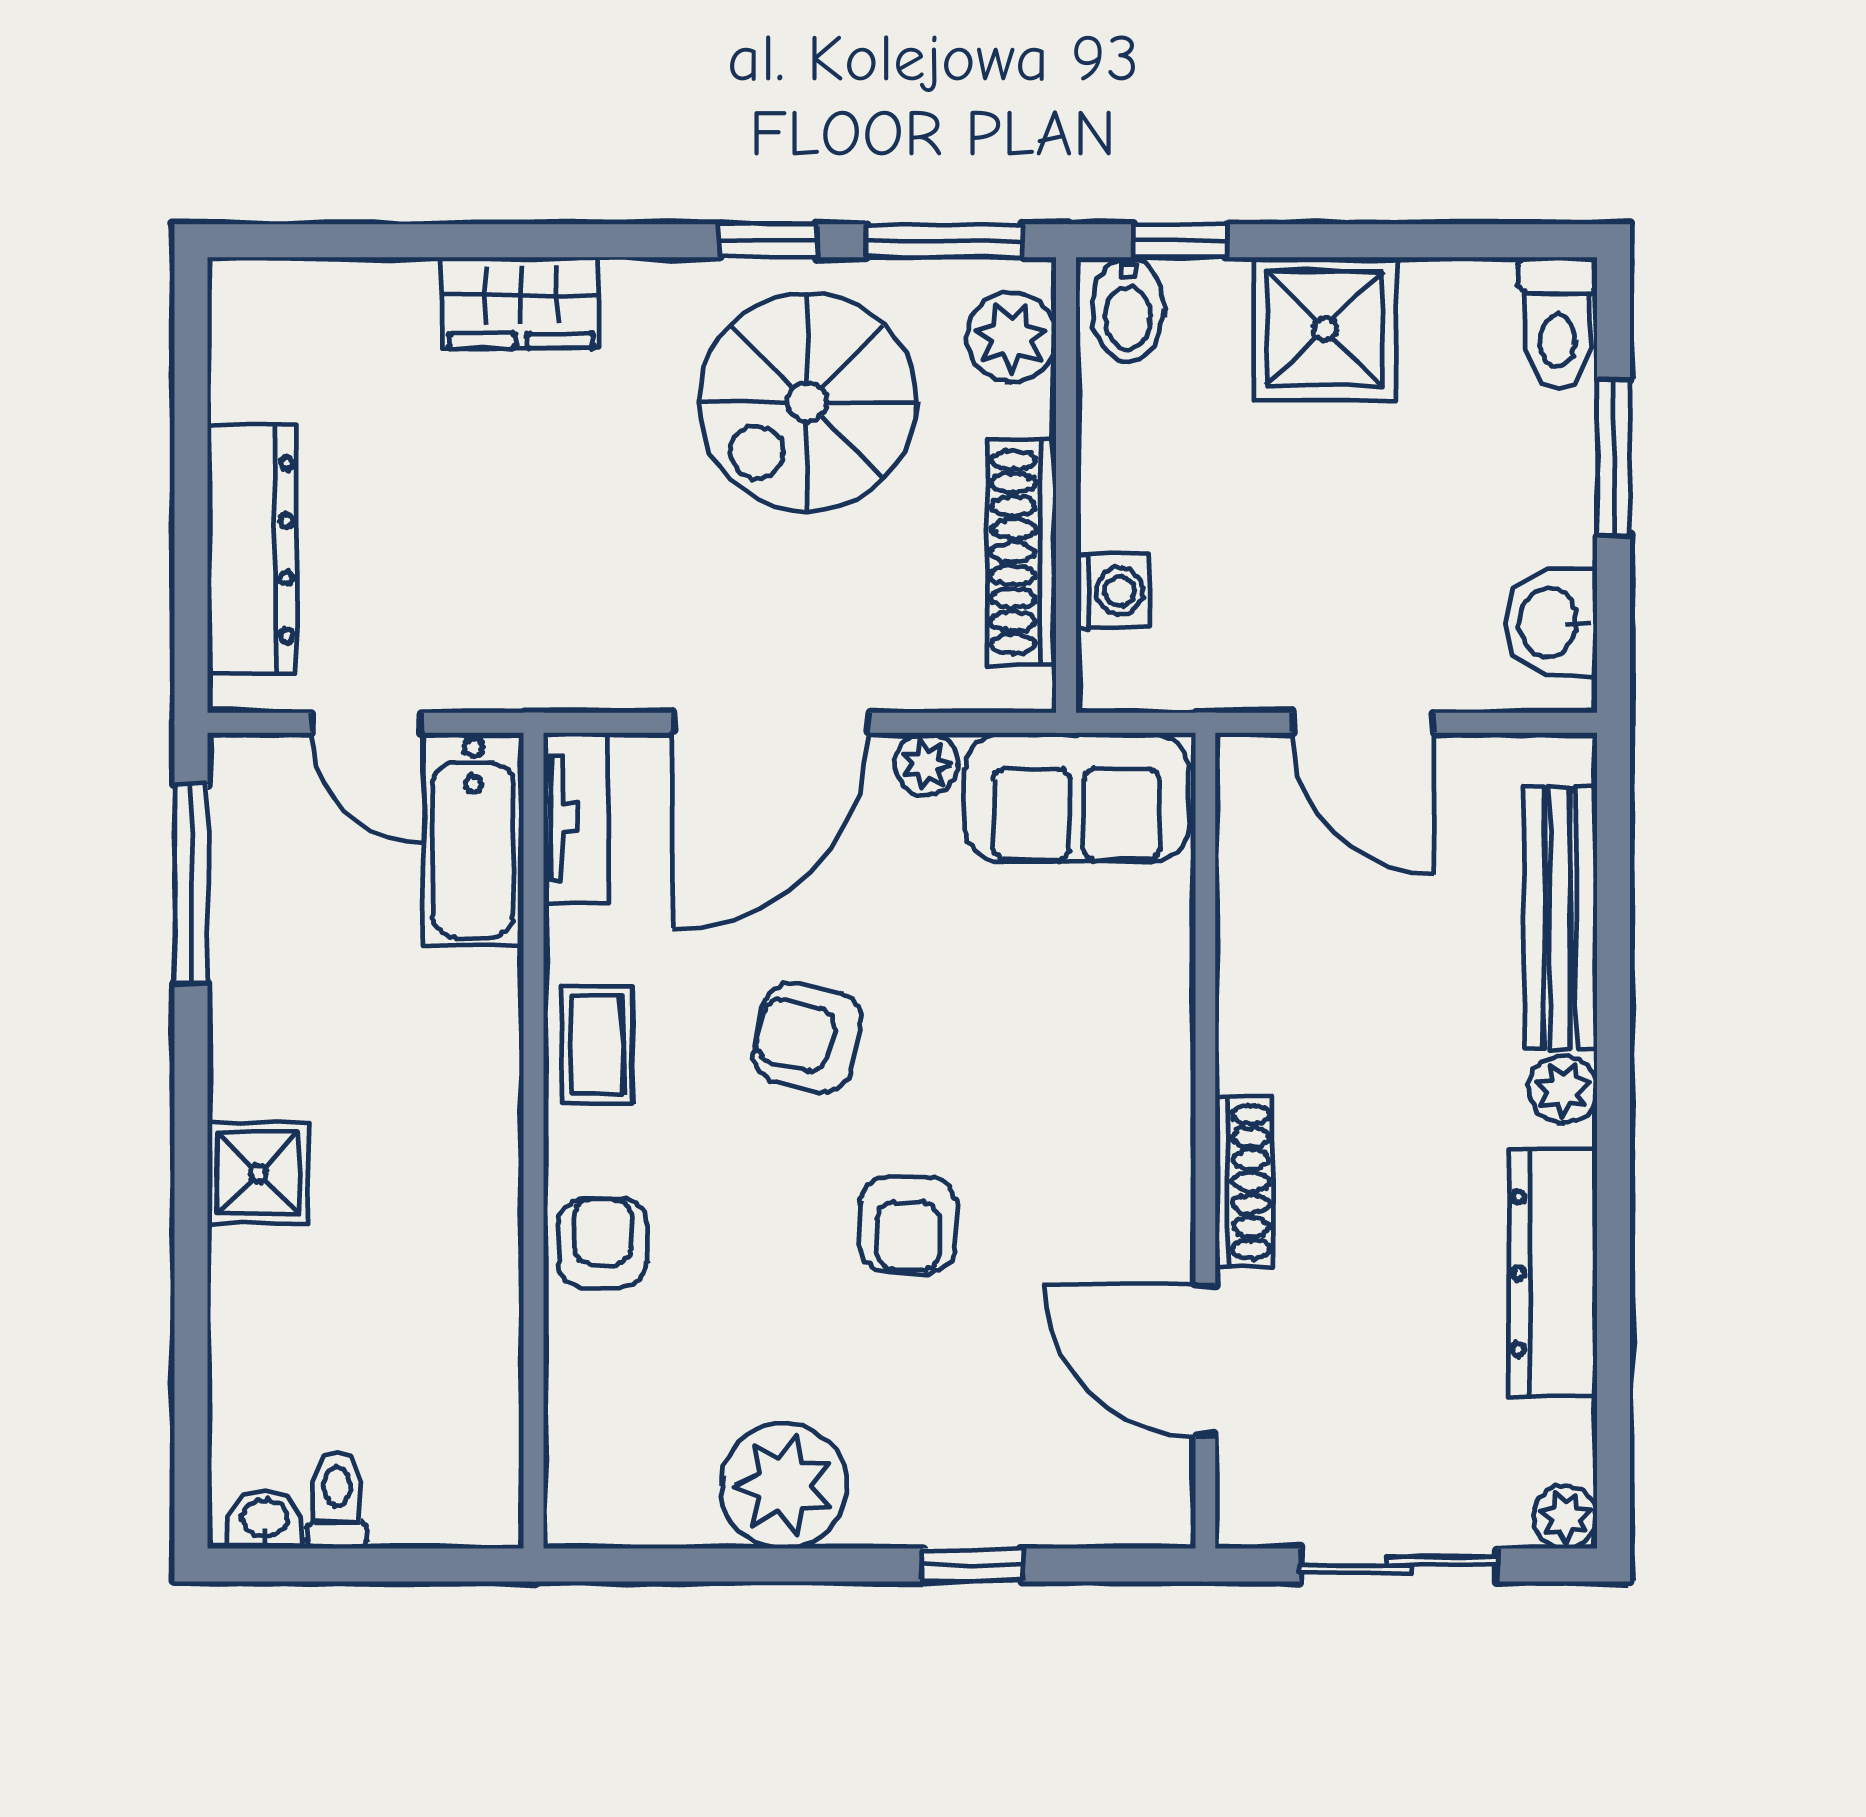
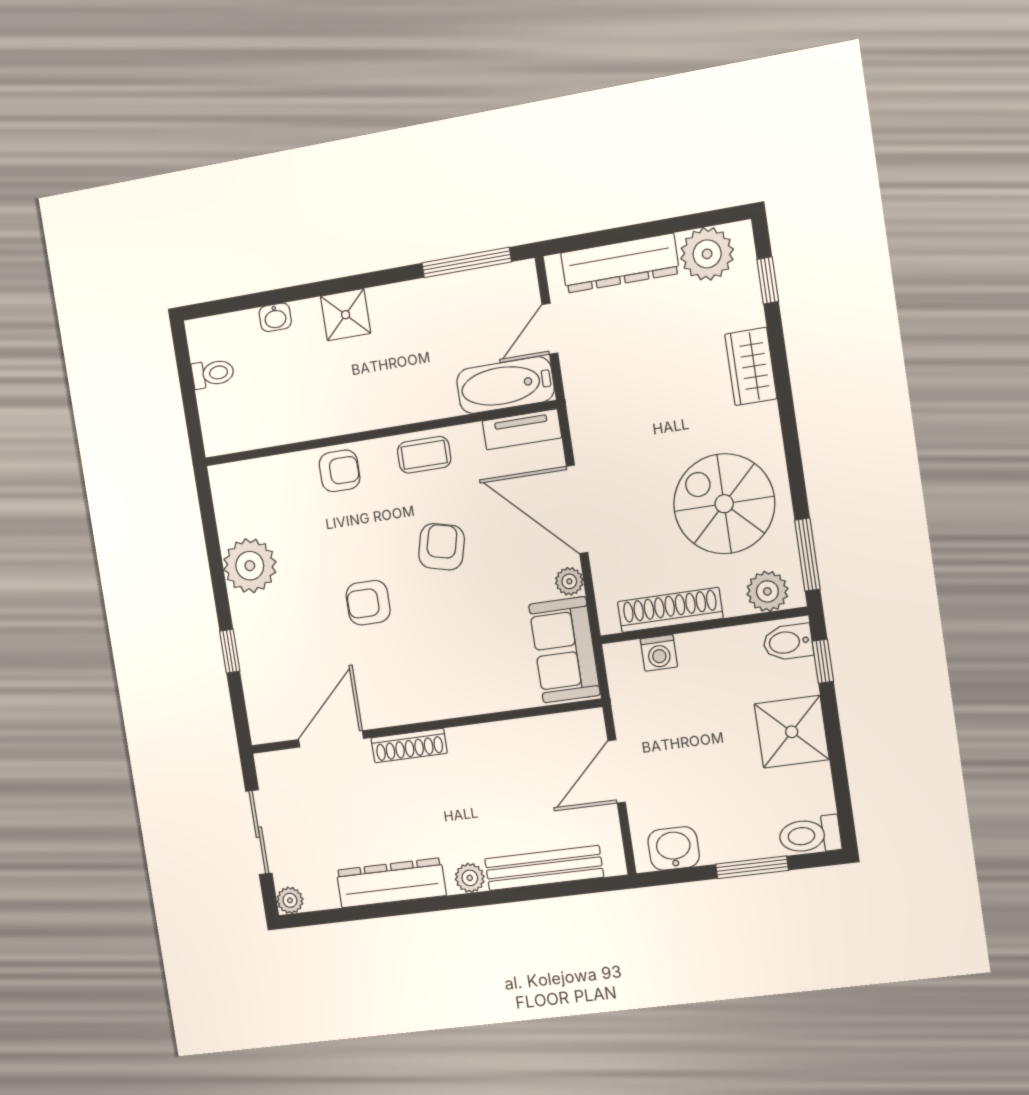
window: (768, 241) -> (768, 280), moved
plant: (265, 360) -> (707, 254), added
washbasin: (265, 1520) -> (275, 317), moved, turned 90

